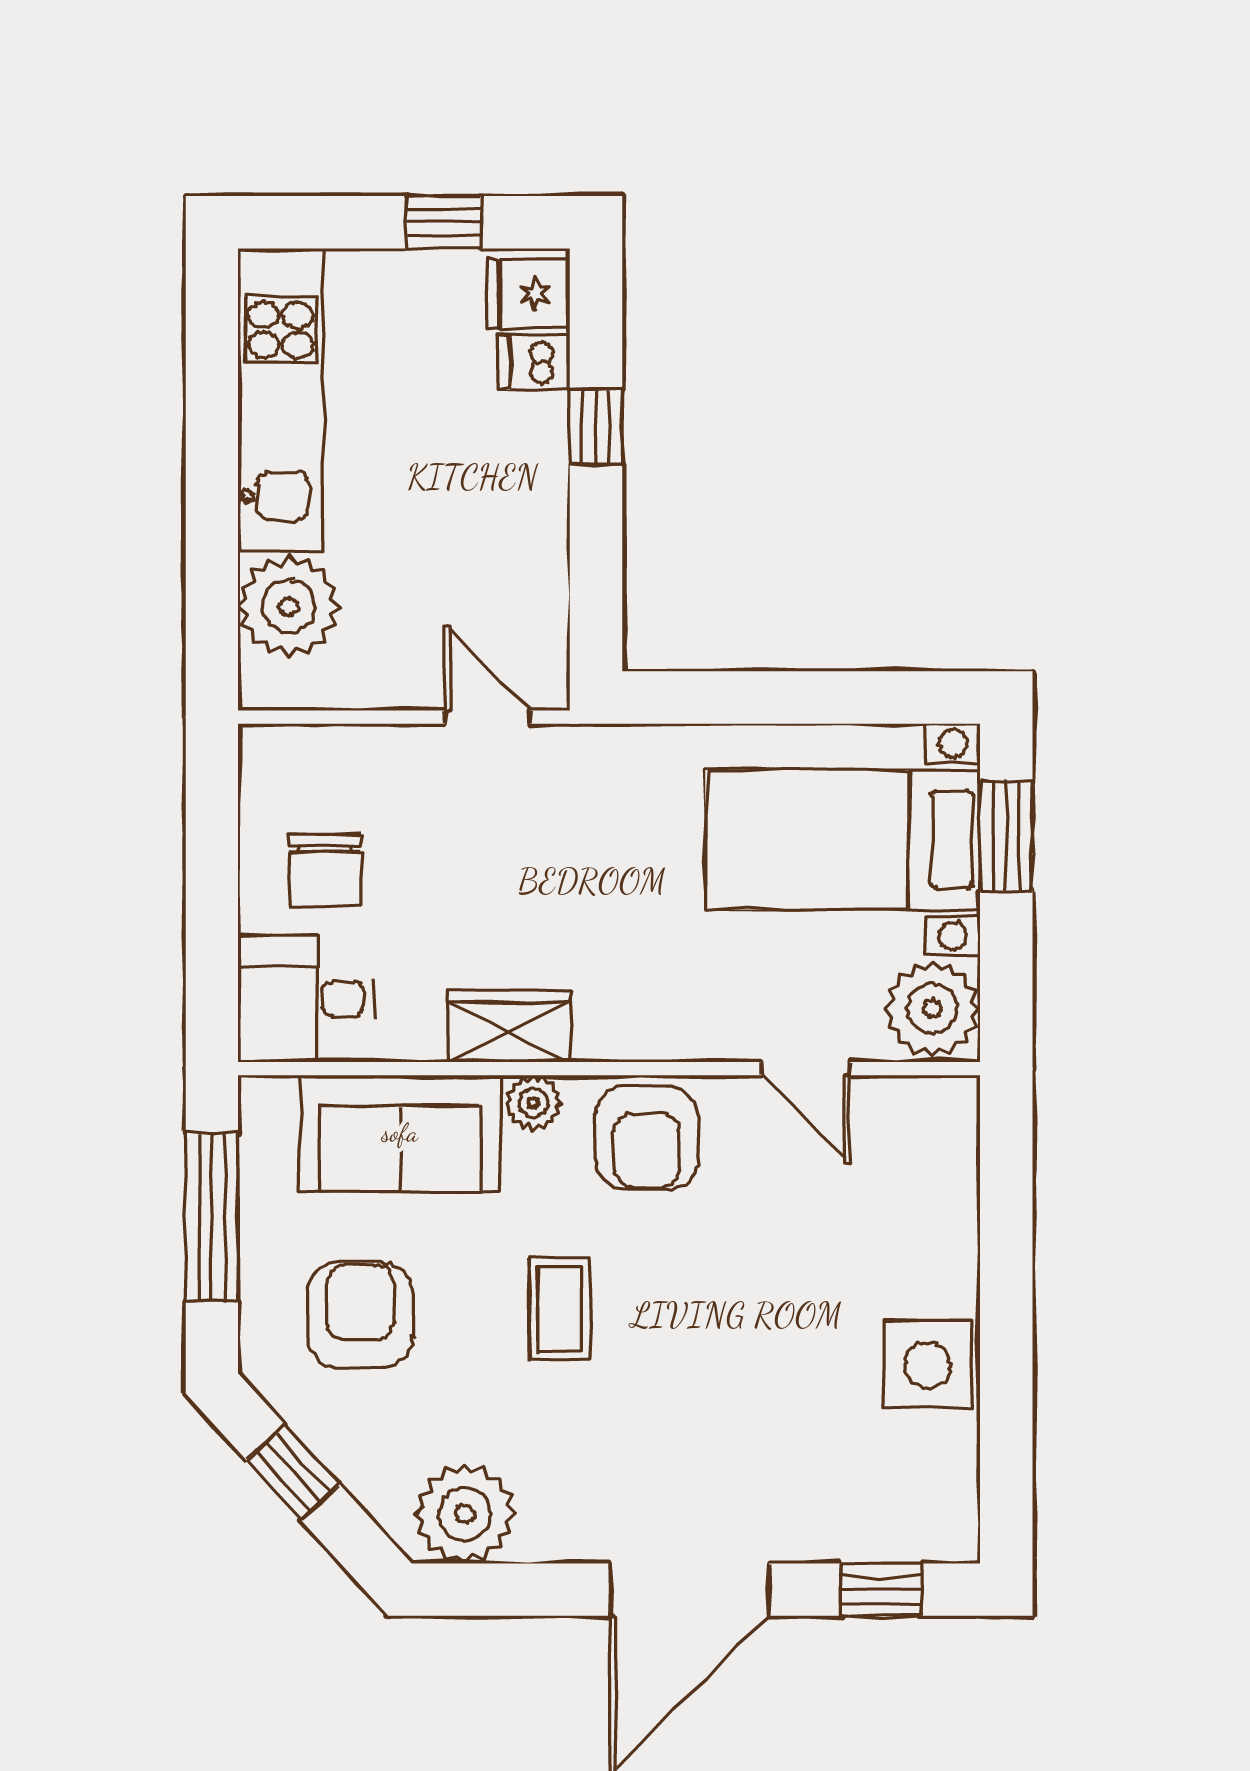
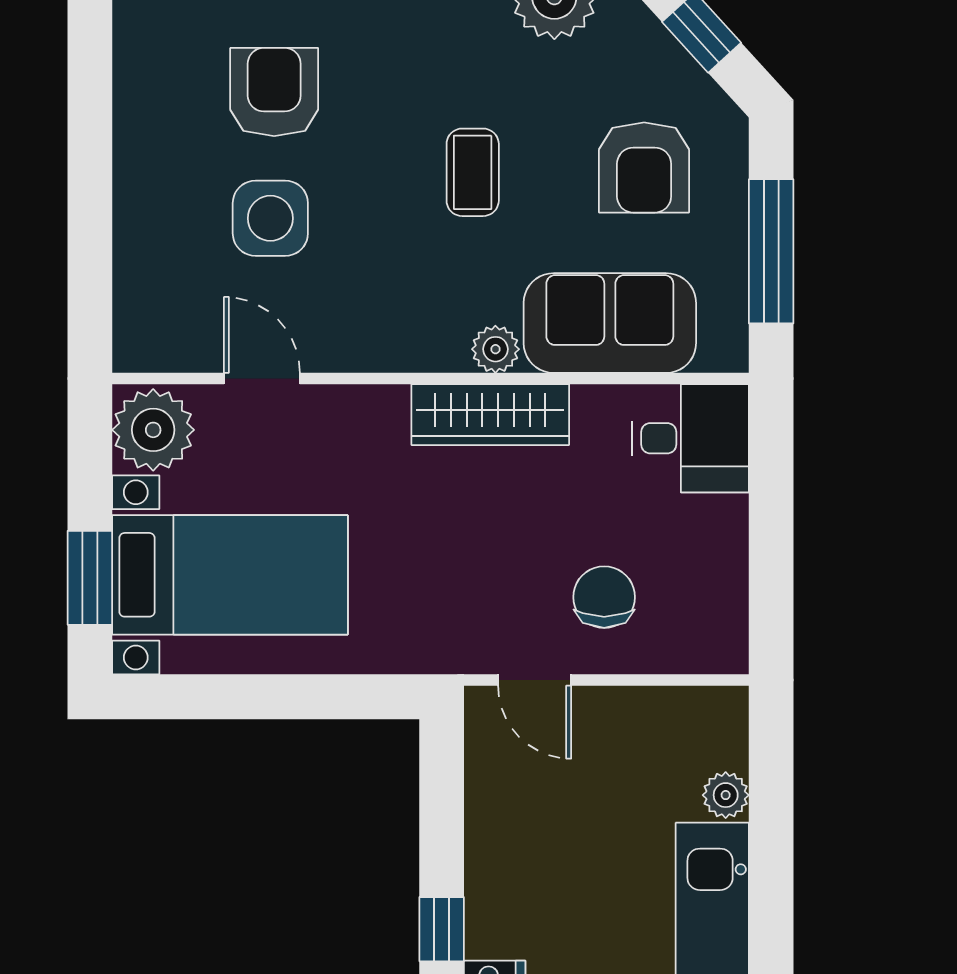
plant: (288, 606) -> (726, 795), width x0.53, depth x0.53
chair: (325, 870) -> (604, 597), moved
wardrobe: (509, 1027) -> (490, 415), width x1.50
armchair: (647, 1138) -> (274, 92), moved
side table: (927, 1365) -> (270, 218), moved

